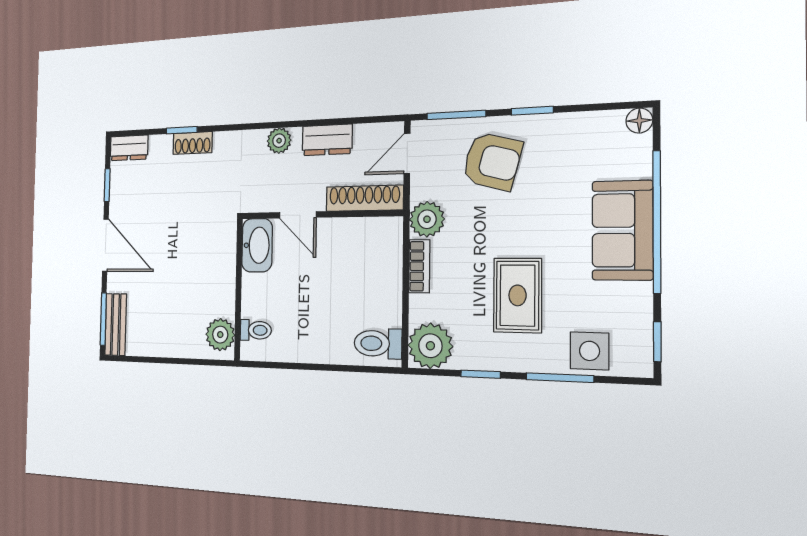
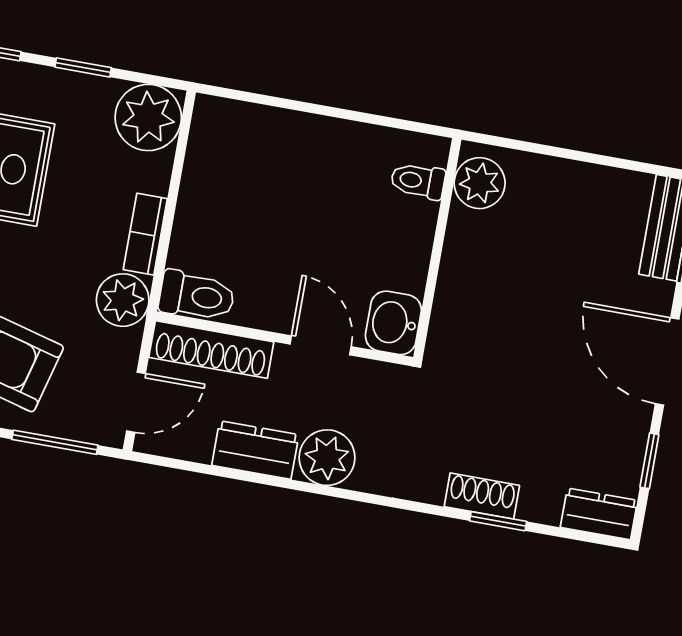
plant: (279, 141) -> (327, 458), width x1.38, depth x1.38
washbasin: (257, 245) -> (393, 323), width x0.72
toilet: (378, 343) -> (197, 296), moved

